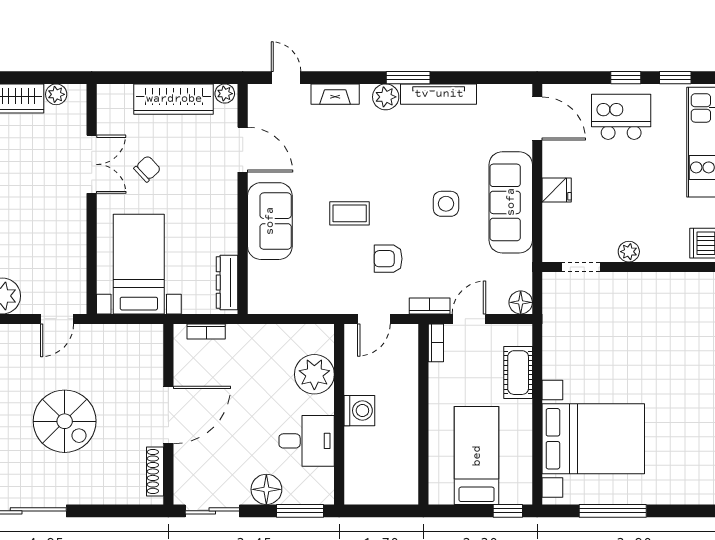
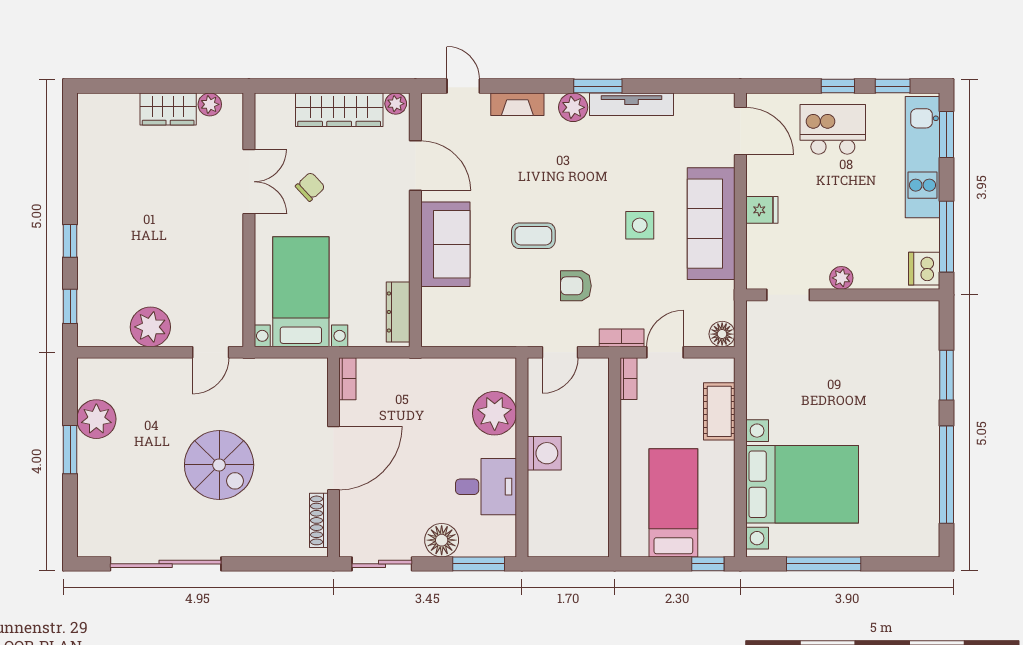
bookcase: (206, 332) -> (347, 379), moved, turned -90

